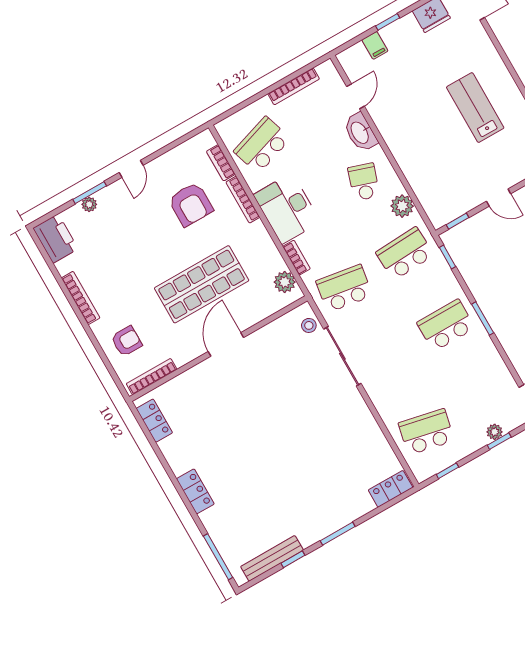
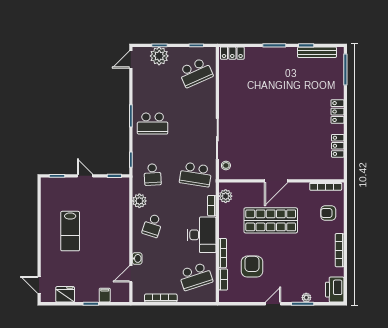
washbasin: (360, 132) -> (137, 258), width x0.52, depth x0.69
school desk: (405, 254) -> (153, 175), width x0.54
locker: (154, 421) -> (338, 146), moved
school desk: (426, 432) -> (196, 73), turned -36
plant: (495, 432) -> (159, 56), width x1.88, depth x1.88

